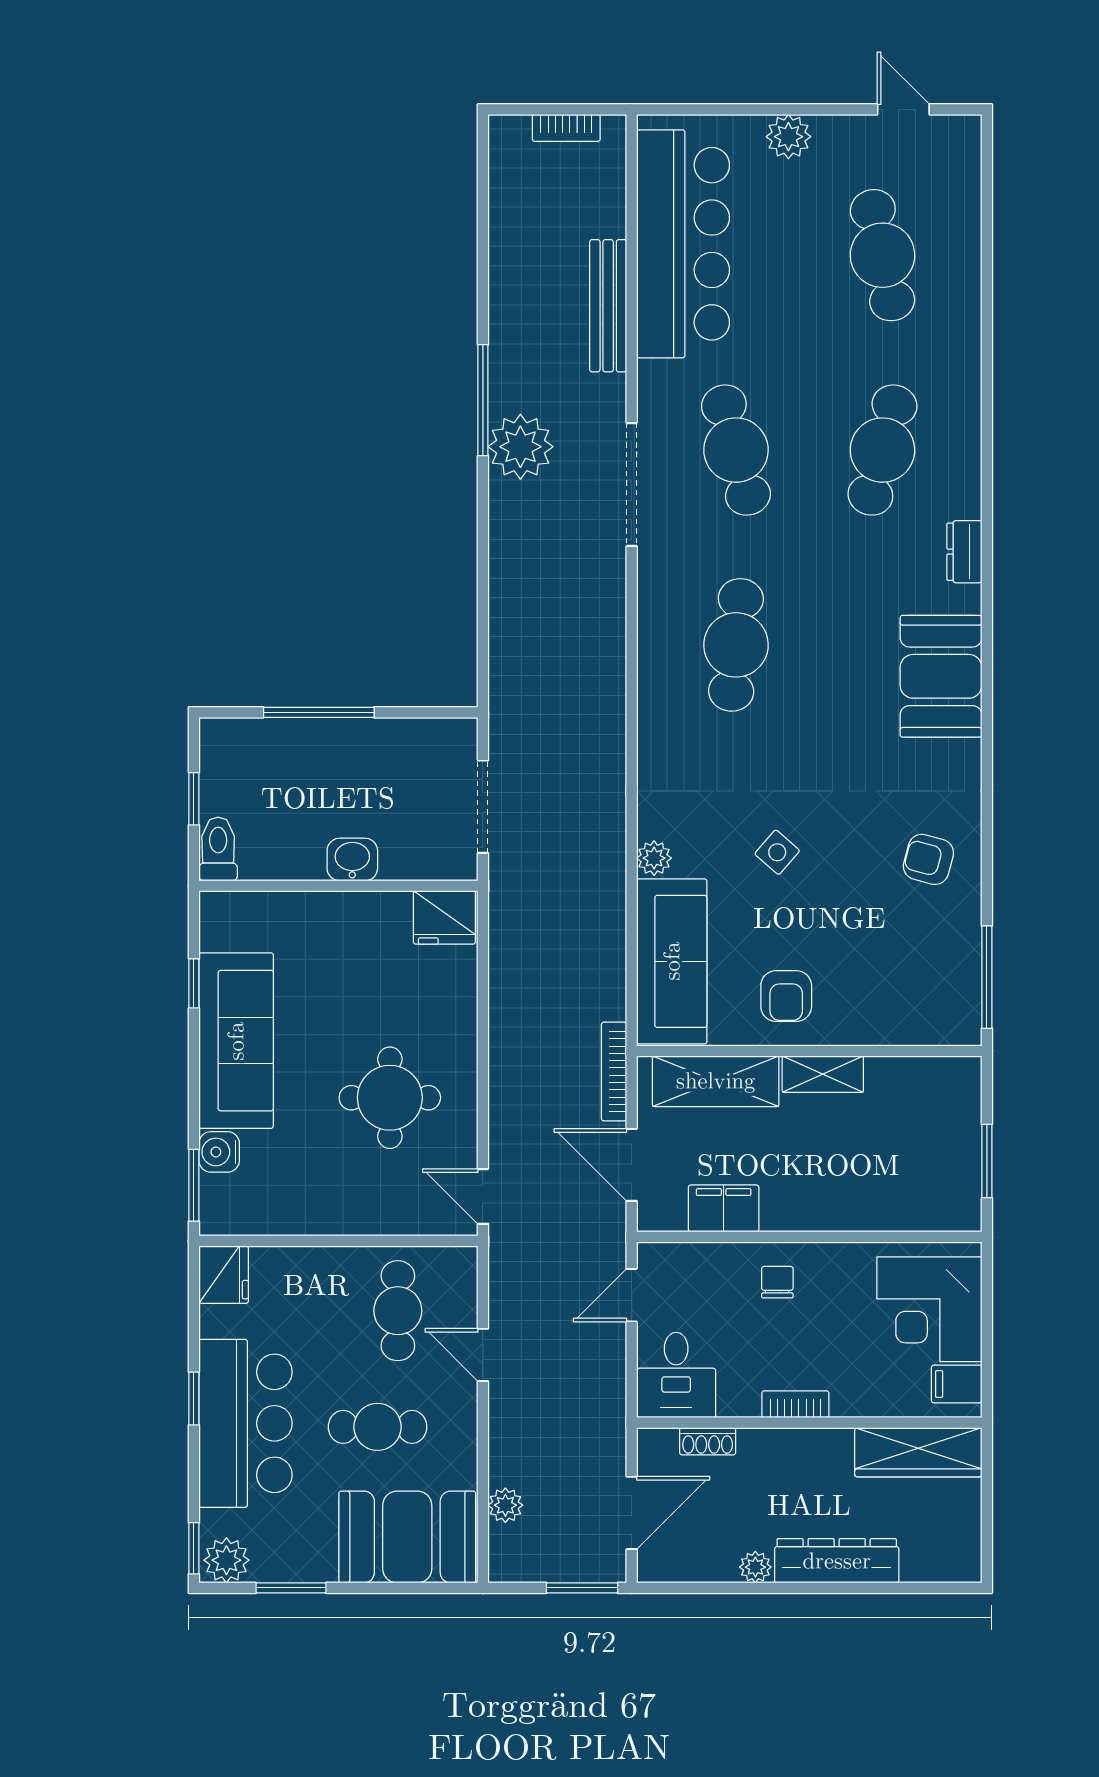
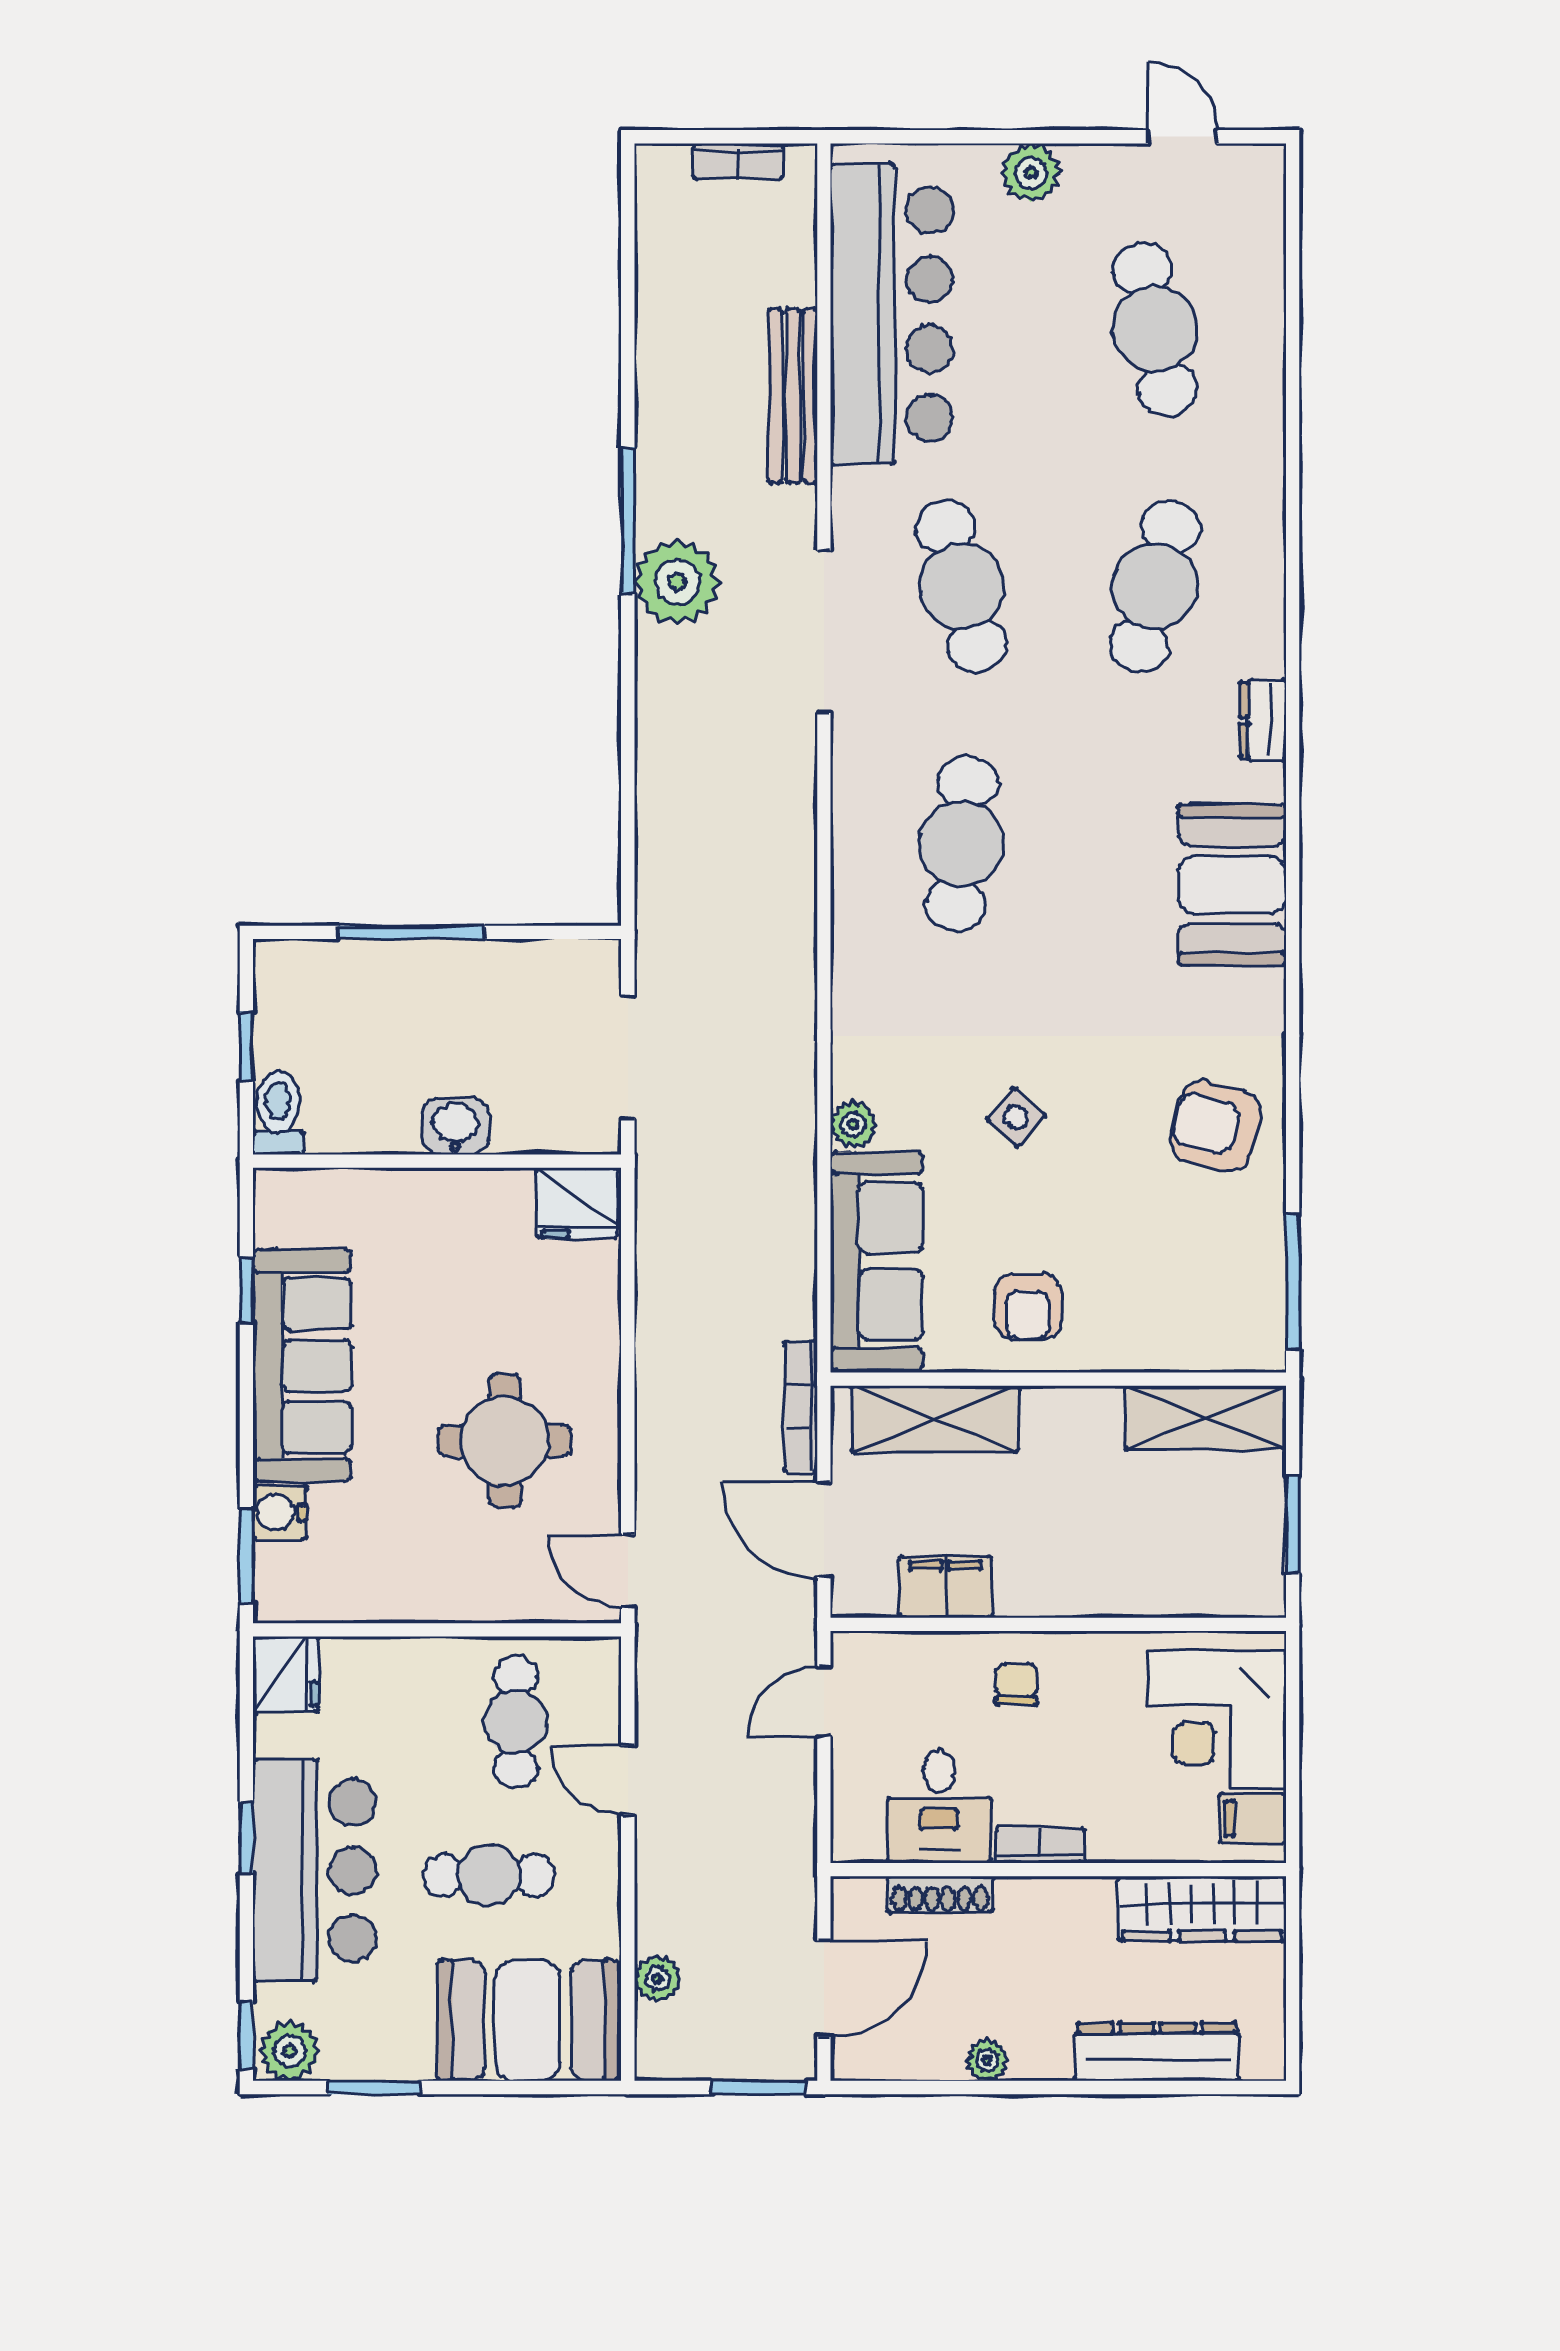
armchair: (928, 859) -> (1216, 1126), width x1.38, depth x1.38
shelving: (823, 1074) -> (1206, 1418), moved, width x1.50, depth x1.33
desk: (676, 1375) -> (939, 1807), moved
shoe rack: (708, 1441) -> (940, 1894), width x1.43
dresser: (837, 1561) -> (1157, 2052), moved

